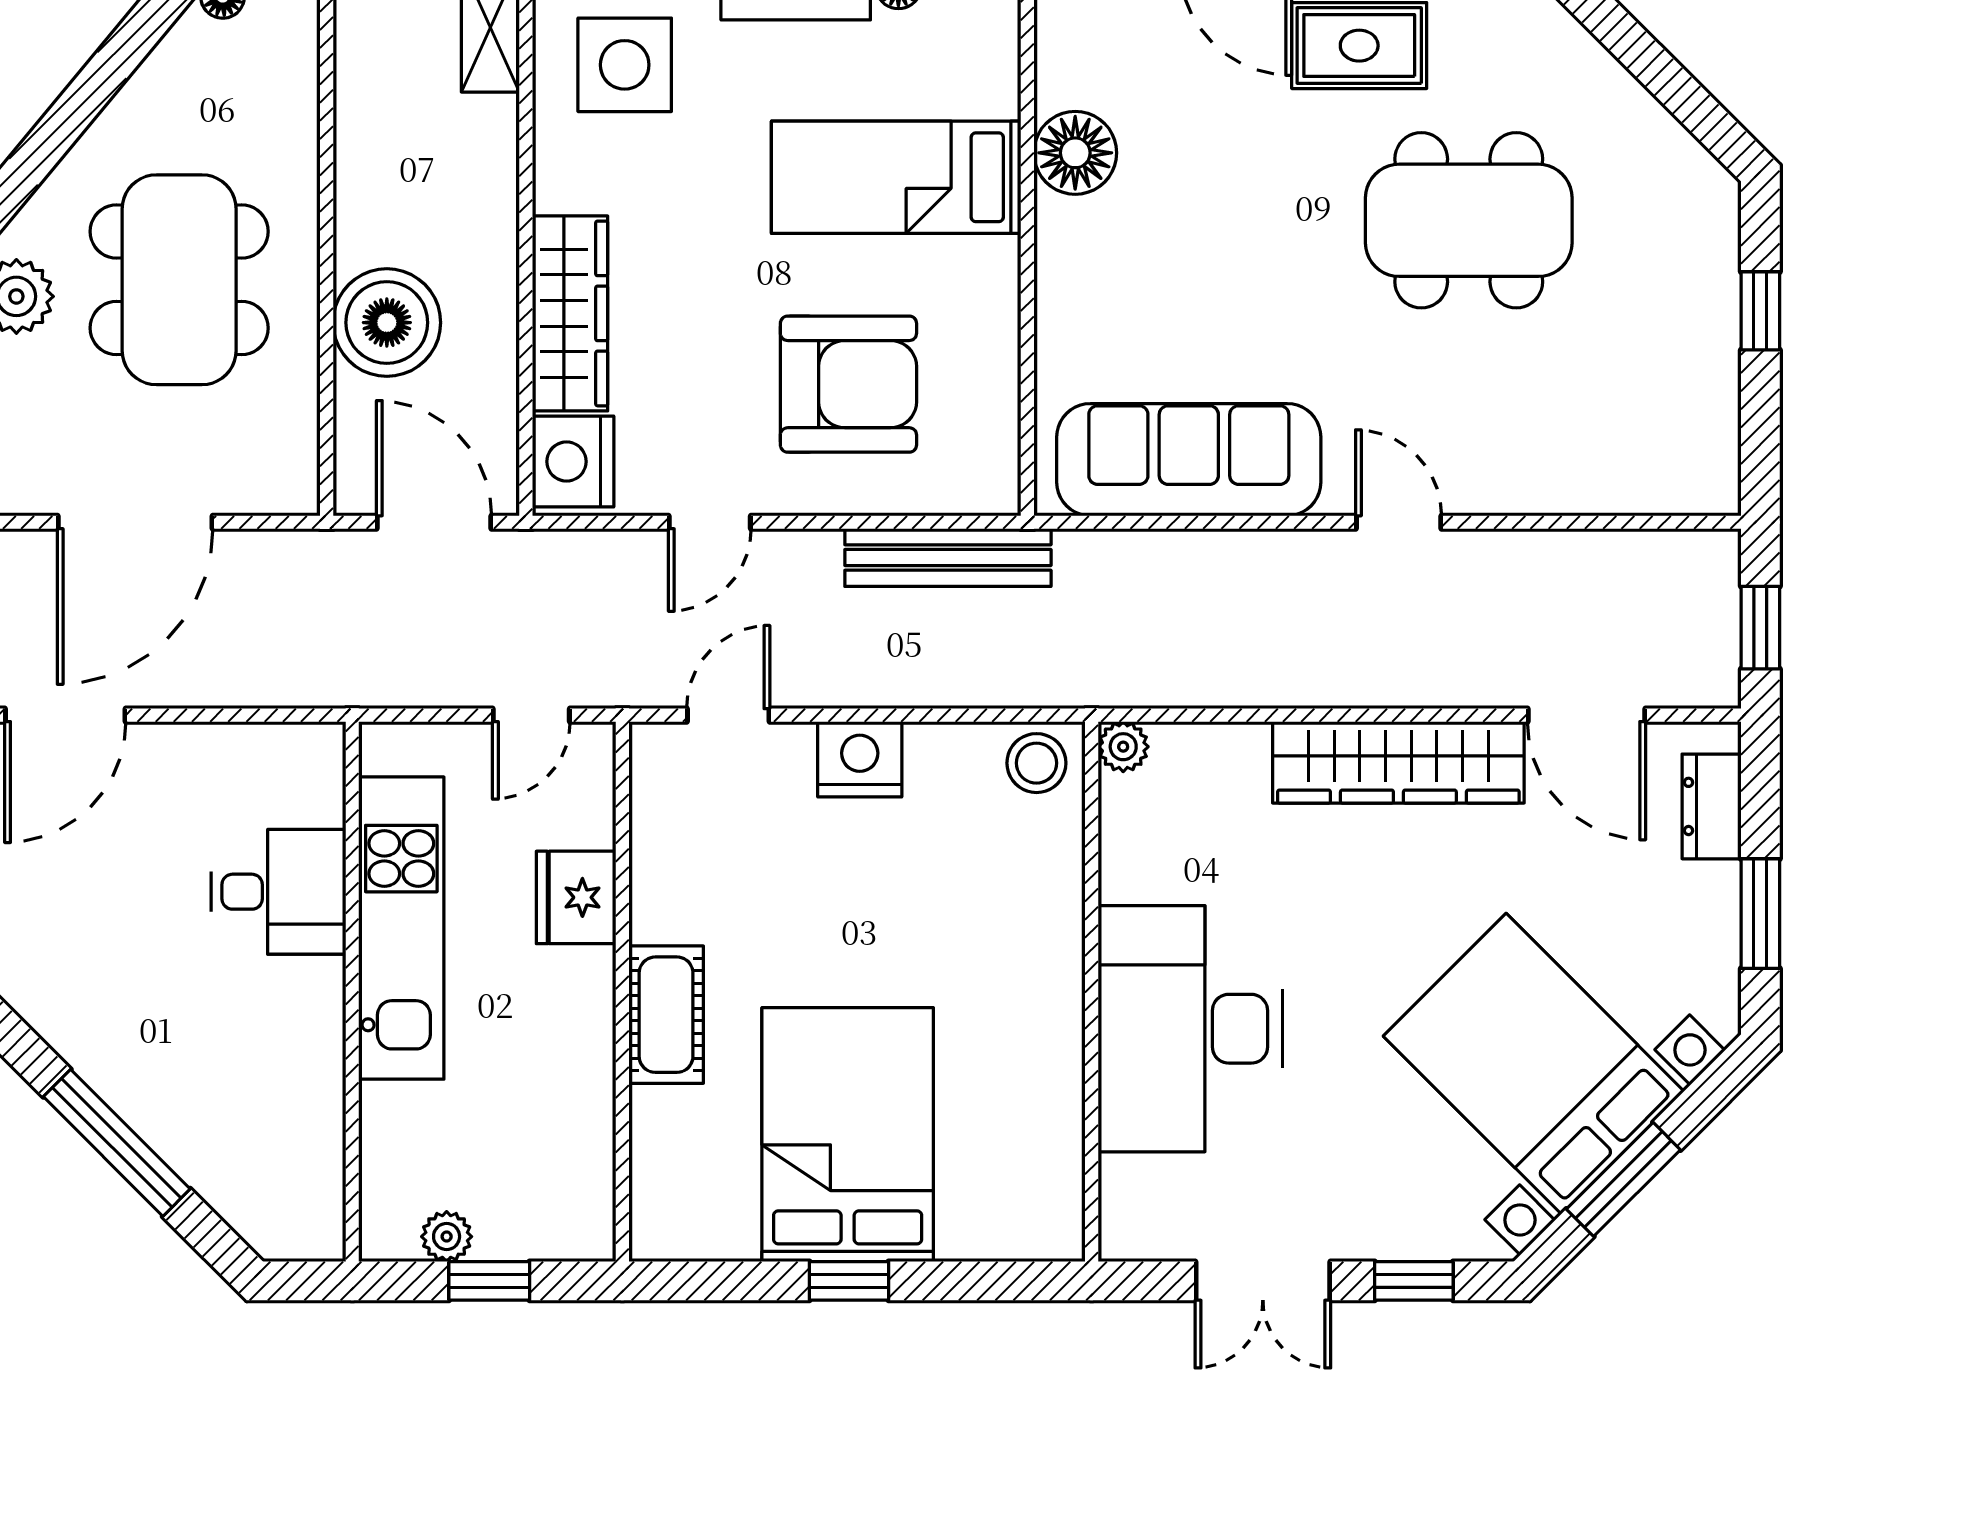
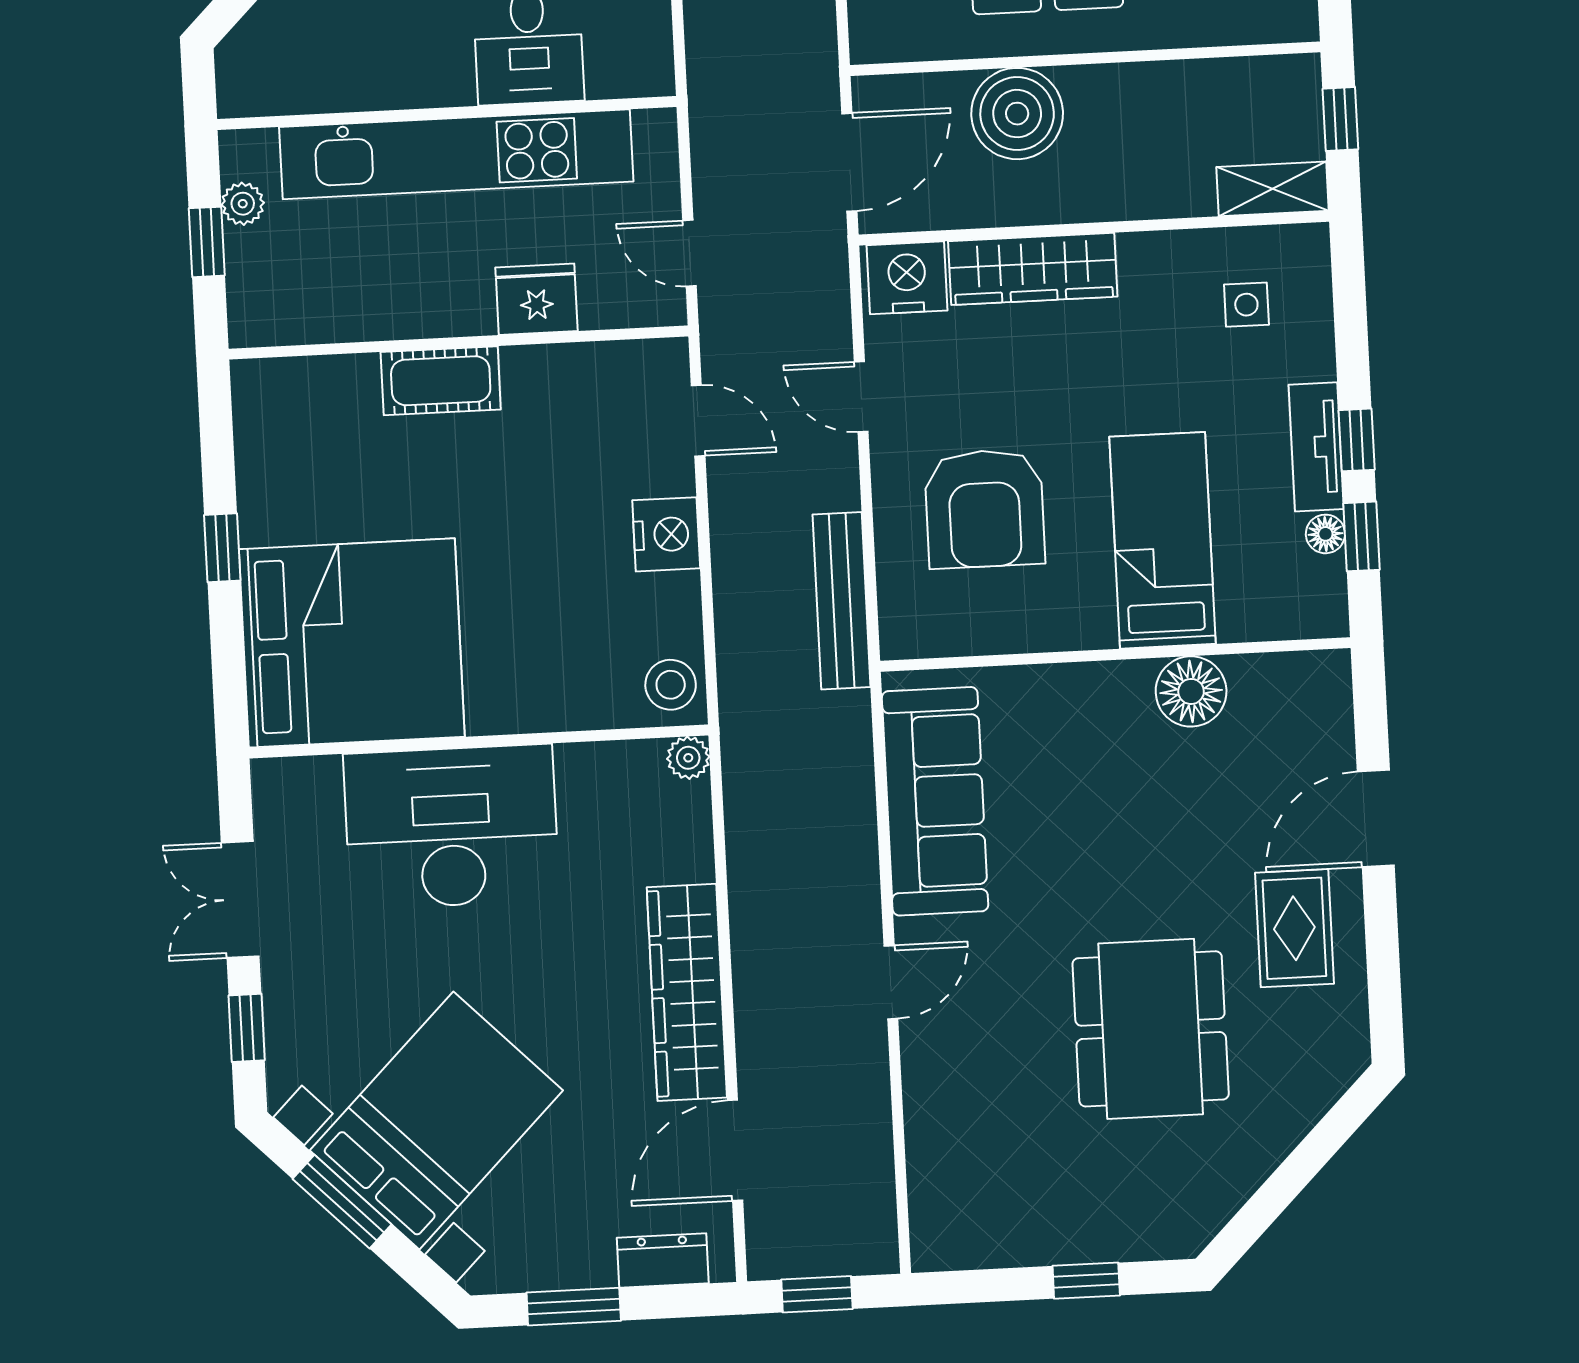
side table: (625, 65) -> (1246, 305), width x0.54, depth x0.54
kitchen unit: (401, 928) -> (456, 154), width x1.36
bed: (848, 1135) -> (352, 643), moved, width x1.36

